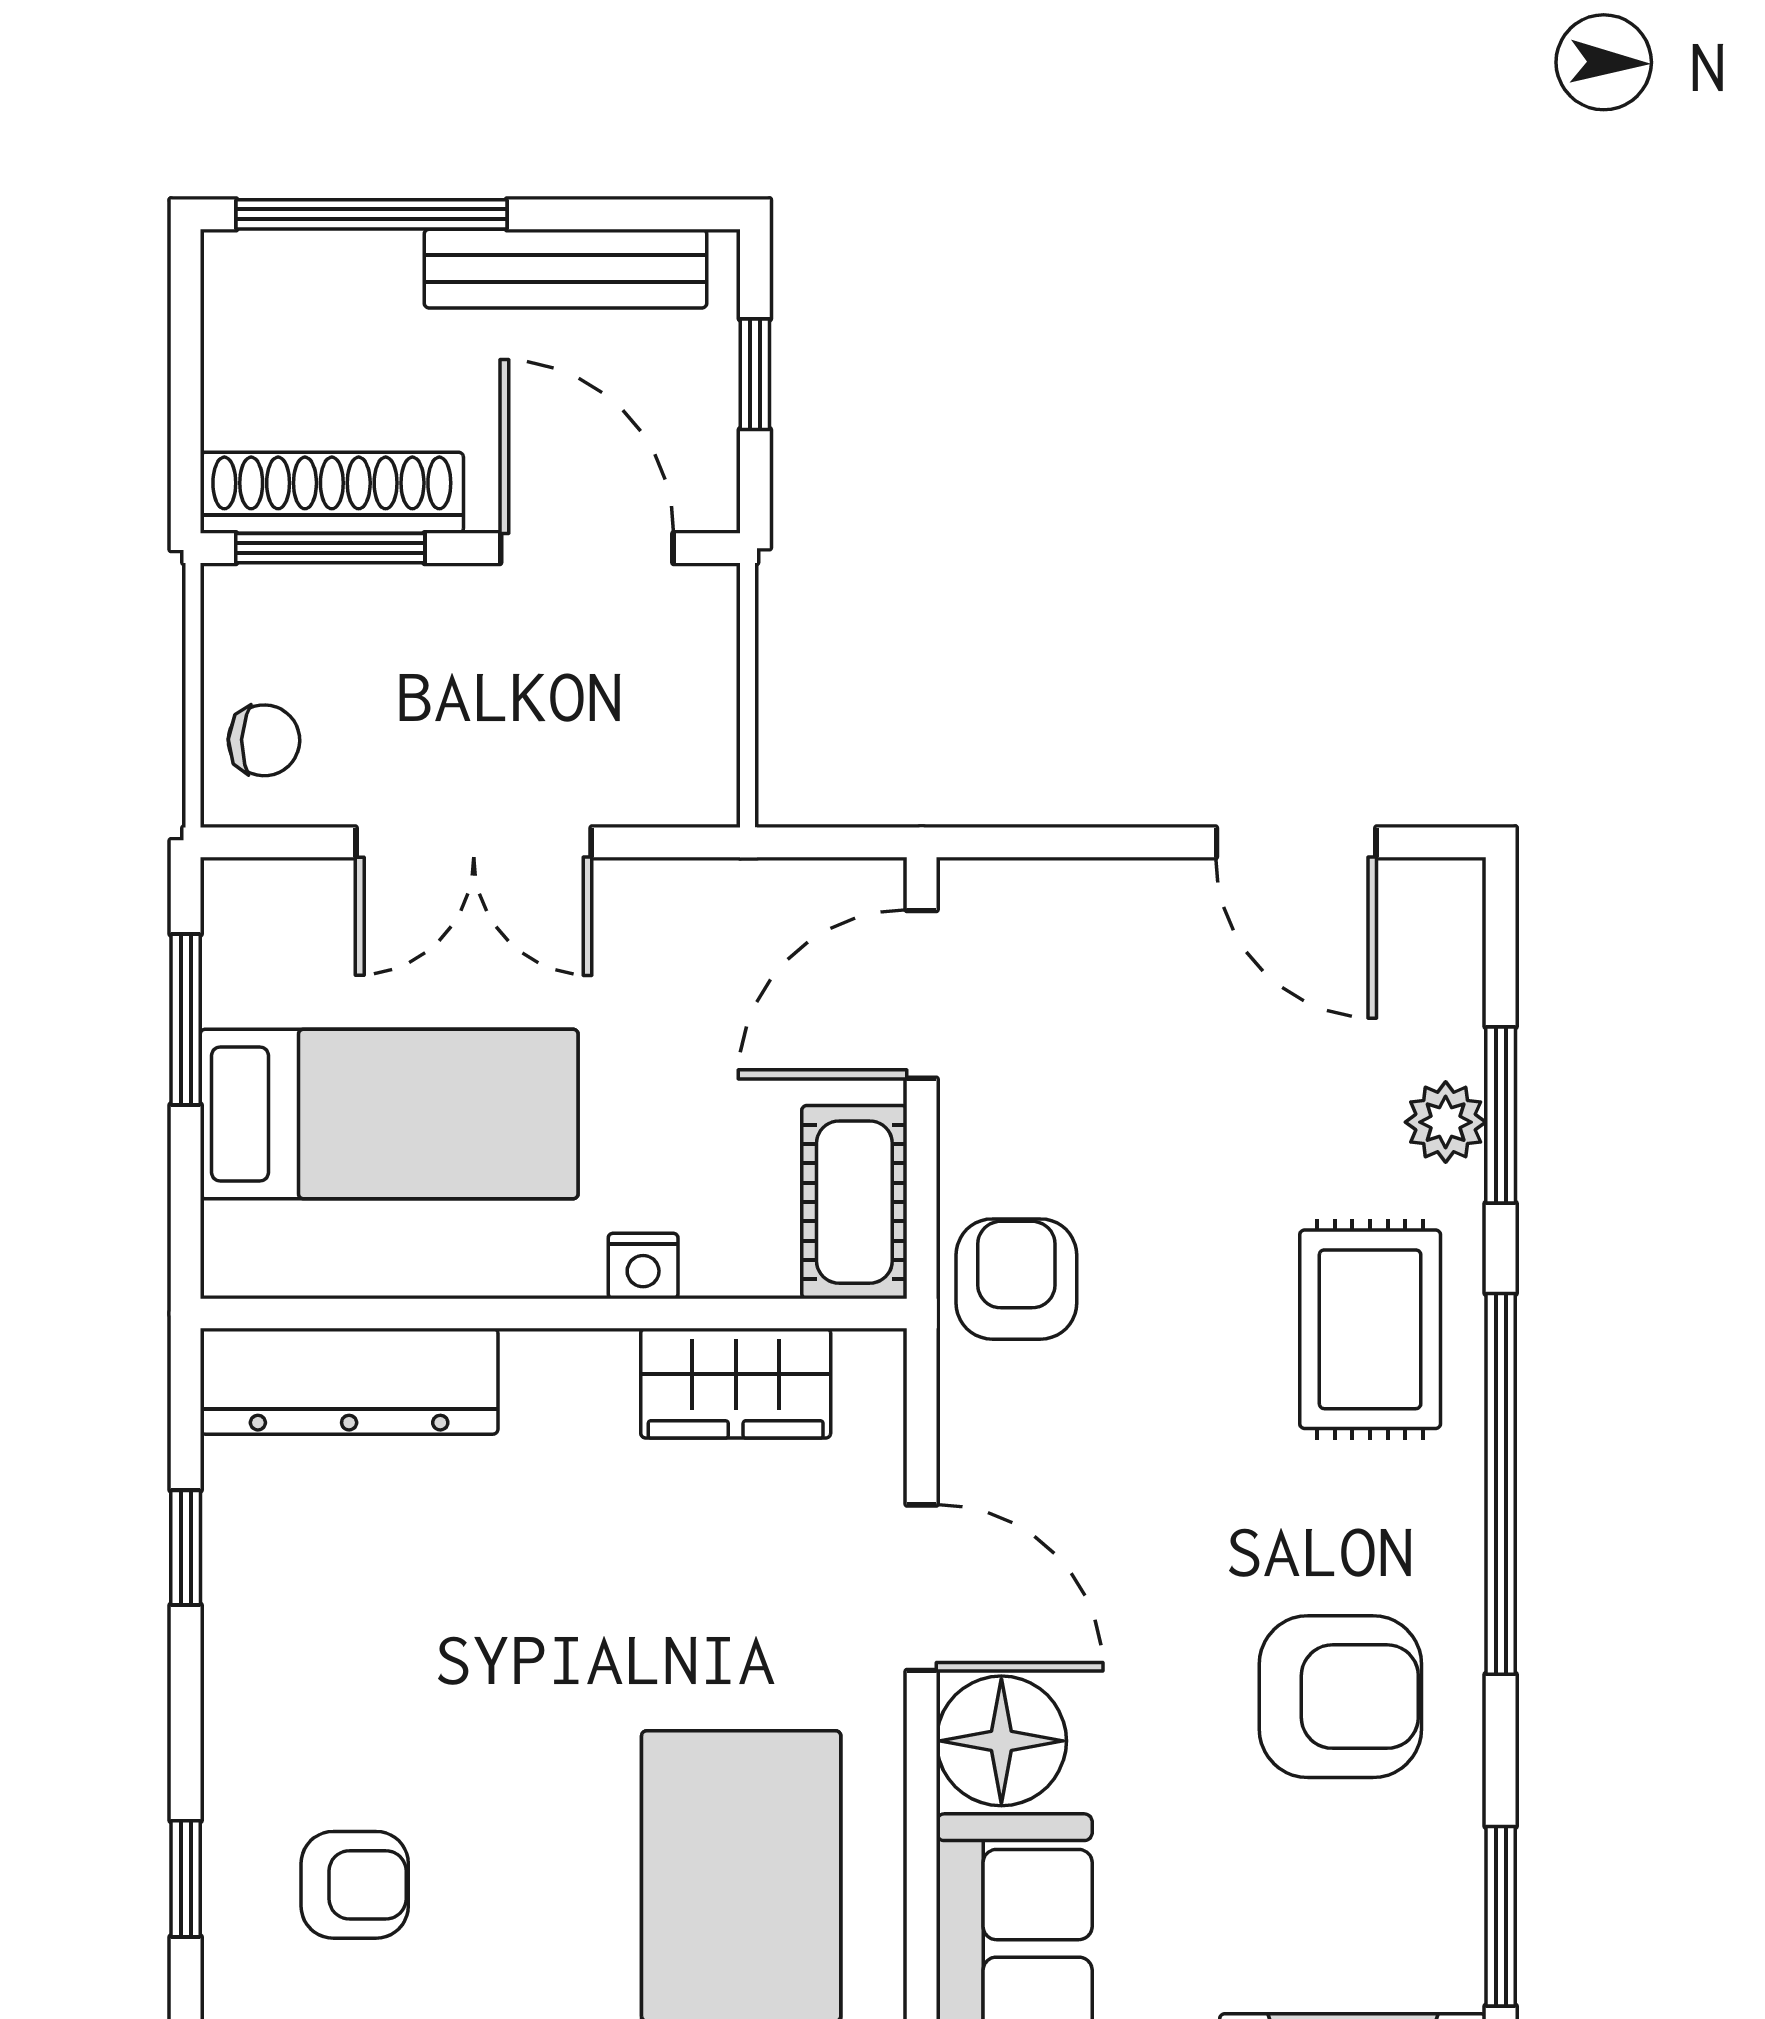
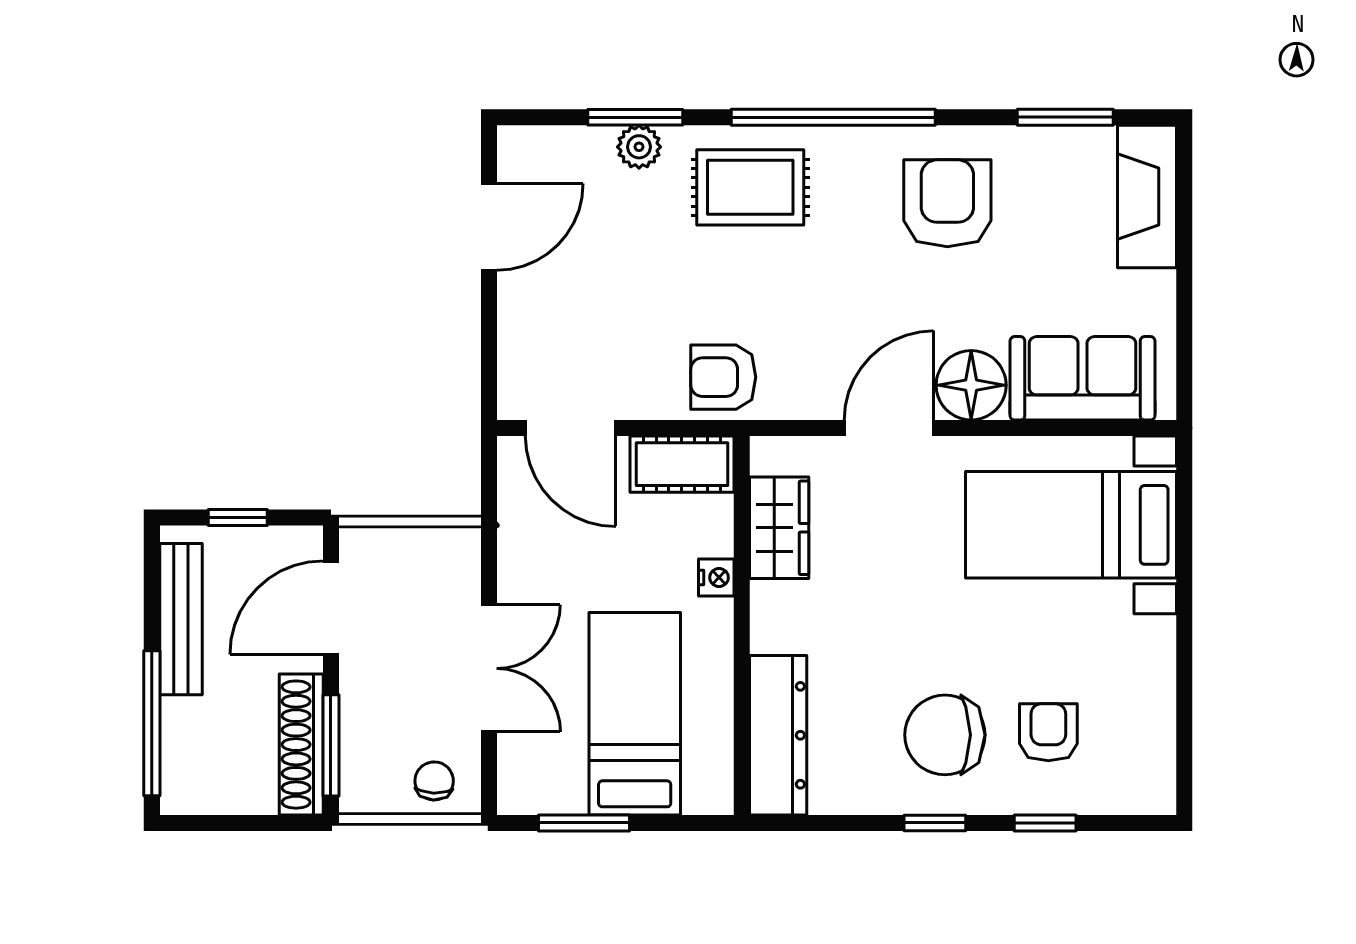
window: (186, 1548) -> (935, 823), moved
chair: (350, 1692) -> (945, 735), added

